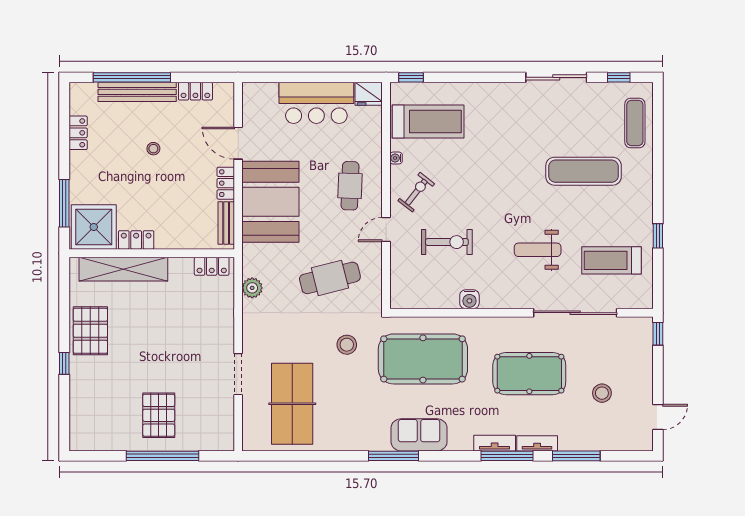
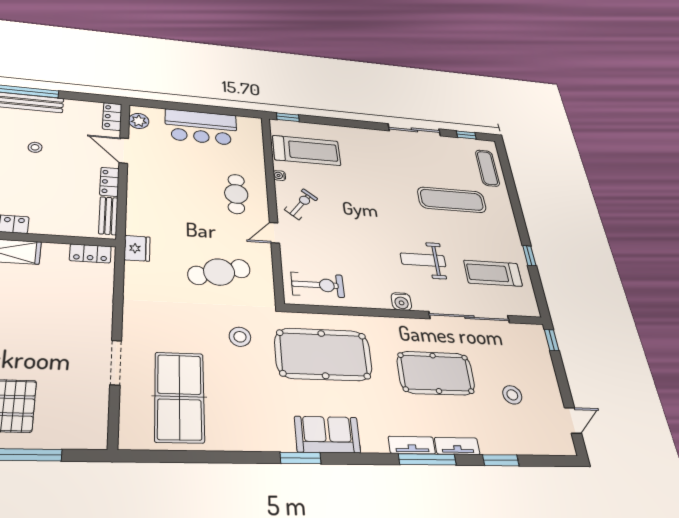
locker: (195, 91) -> (112, 116), moved, turned 90
fridge: (369, 94) -> (137, 248), moved, turned -90
booth: (270, 202) -> (156, 201), removed
exercise bike: (447, 242) -> (318, 285), moved
plant: (252, 288) -> (139, 121), moved
water cooler: (469, 299) -> (401, 301), moved
window: (393, 456) -> (301, 458), width x0.69
window: (576, 456) -> (501, 460), width x0.69

